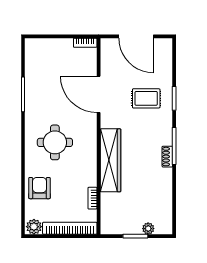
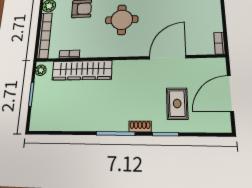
rug: (146, 98) -> (177, 104), moved
shoe rack: (167, 157) -> (140, 126), moved
wardrobe: (111, 160) -> (82, 70), moved
plant: (148, 229) -> (41, 70), moved

